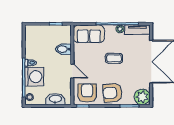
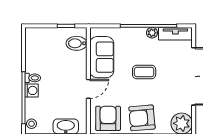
sofa: (89, 34) -> (102, 57), moved, turned -90
bidet: (63, 49) -> (77, 43), moved
door: (72, 71) -> (88, 89), hinge flipped
washing machine: (34, 77) -> (32, 90), width x0.53, depth x0.53

